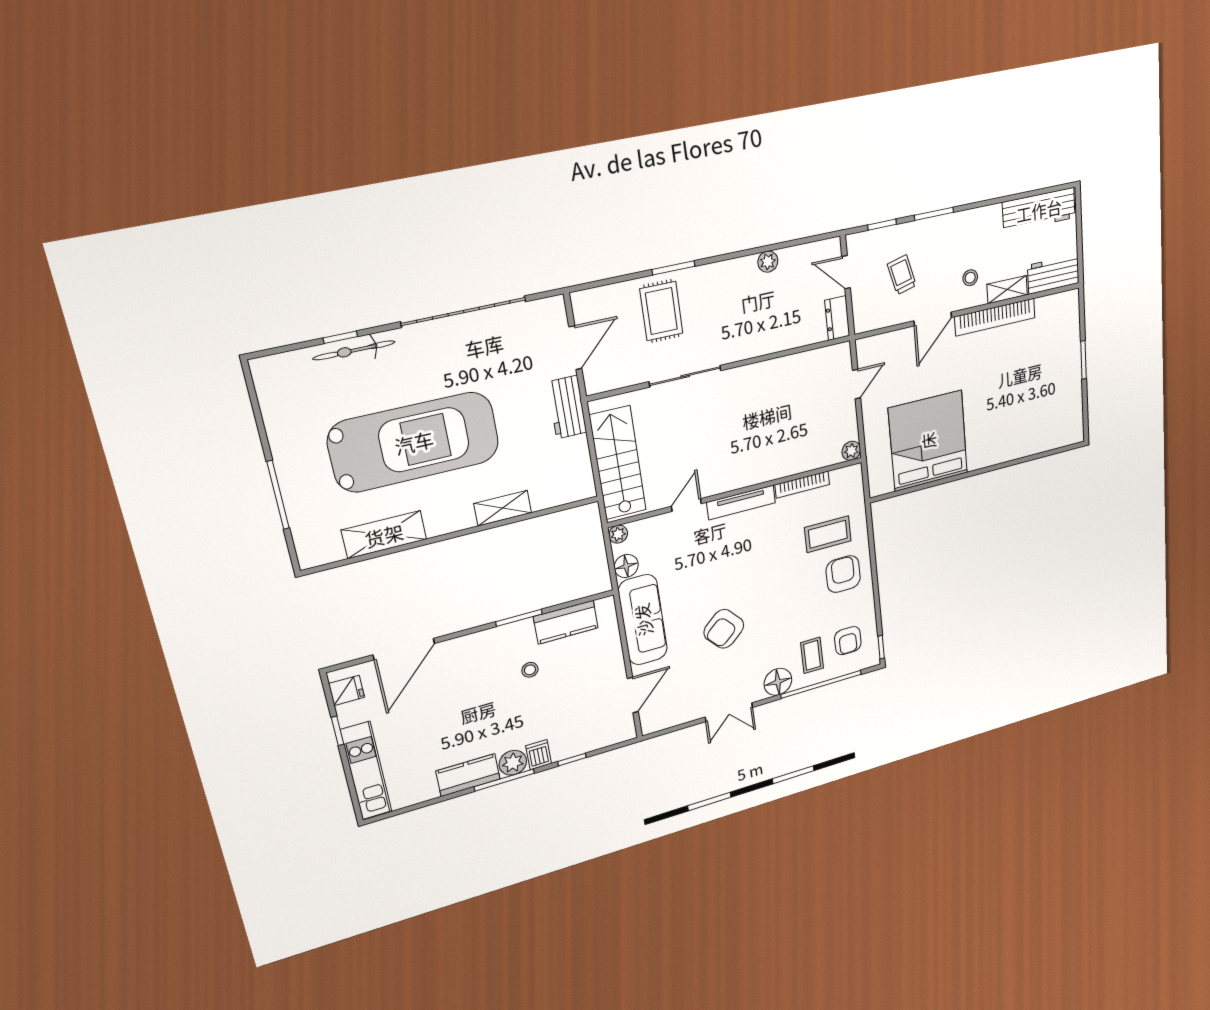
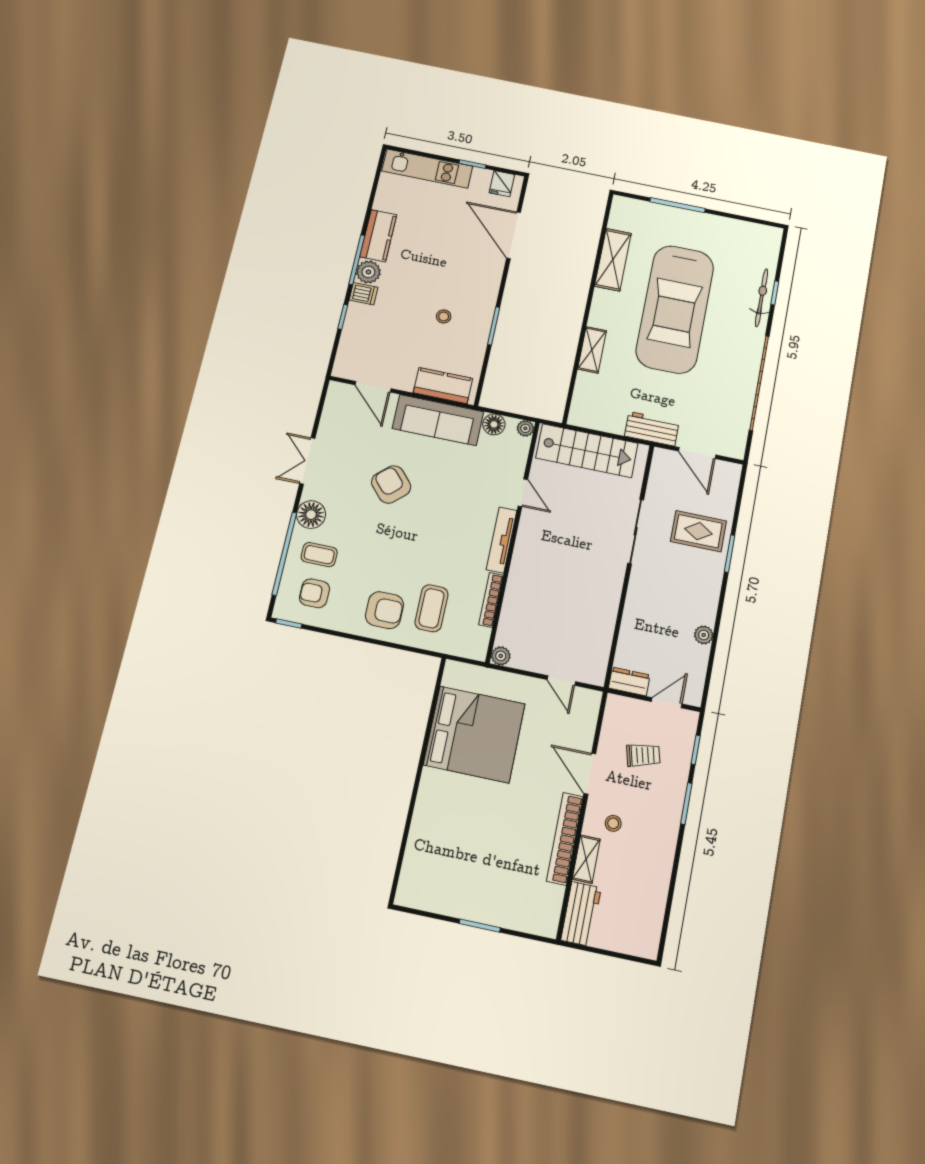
workbench: (1039, 210) -> (649, 914), removed
kitchen counter: (566, 622) -> (443, 386), moved, turned 90

